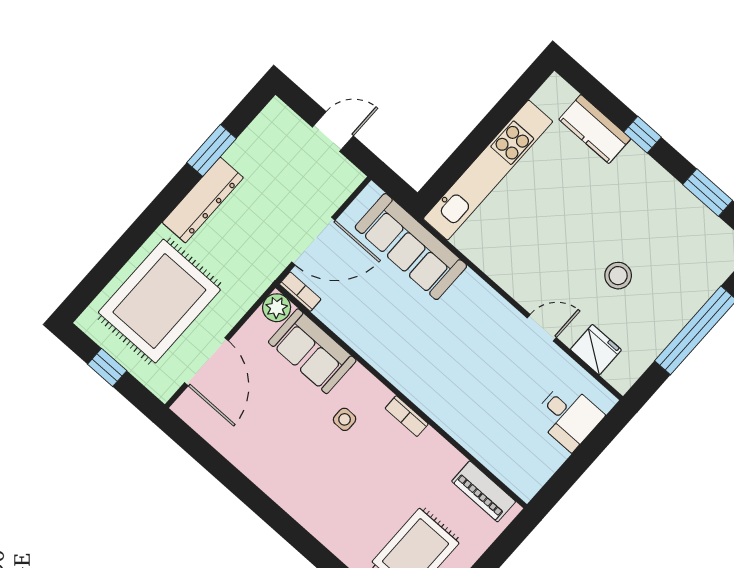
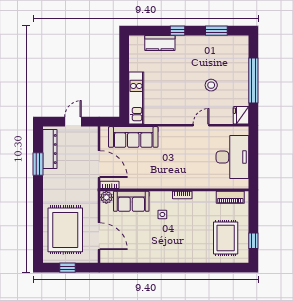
kitchen unit: (488, 170) -> (136, 98), width x0.73
dresser: (203, 200) -> (50, 149), moved
door: (313, 241) -> (99, 164), hinge flipped
fridge: (596, 350) -> (241, 115), moved, turned -90
desk: (568, 416) -> (232, 157), width x1.87, depth x1.30

